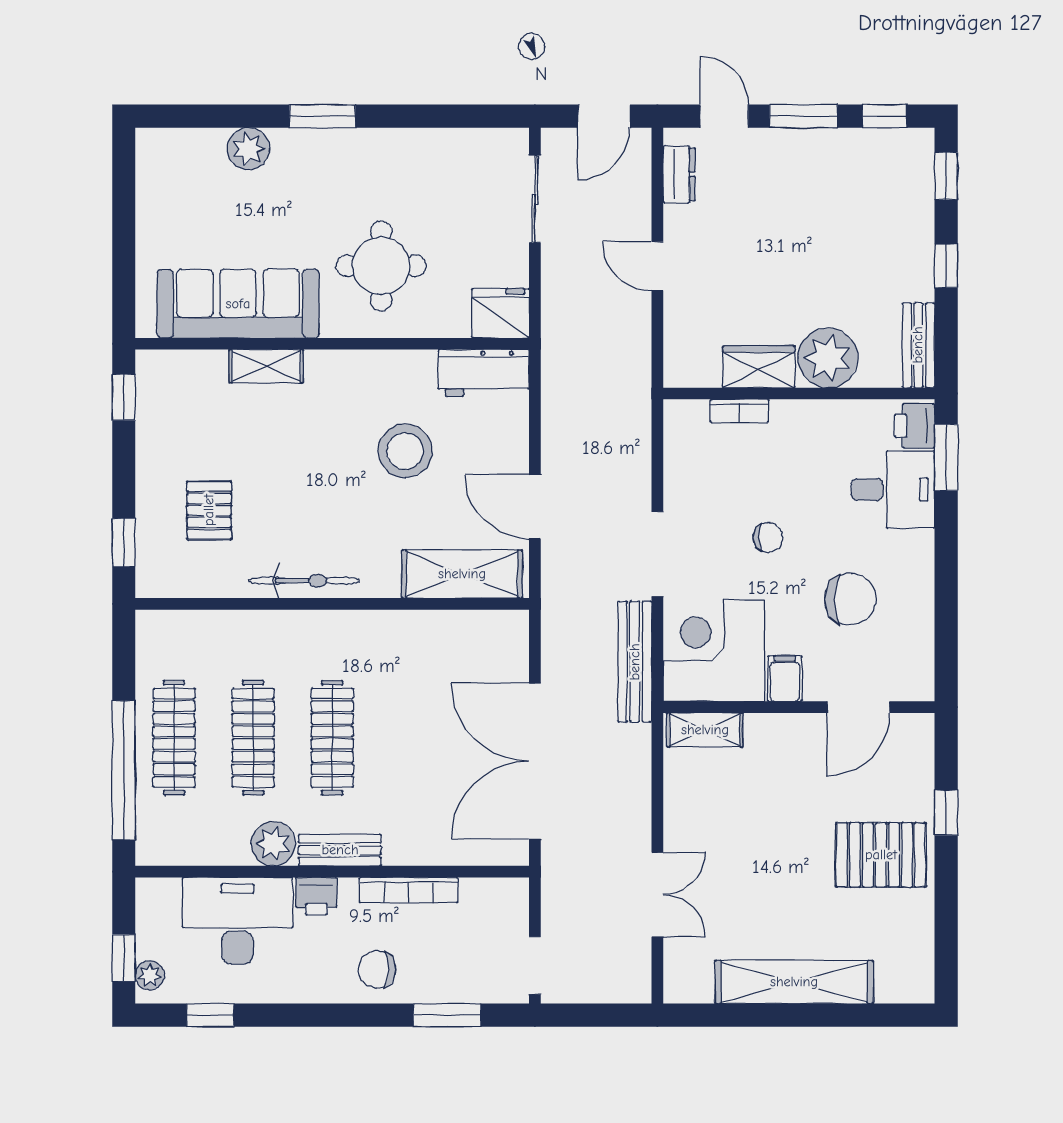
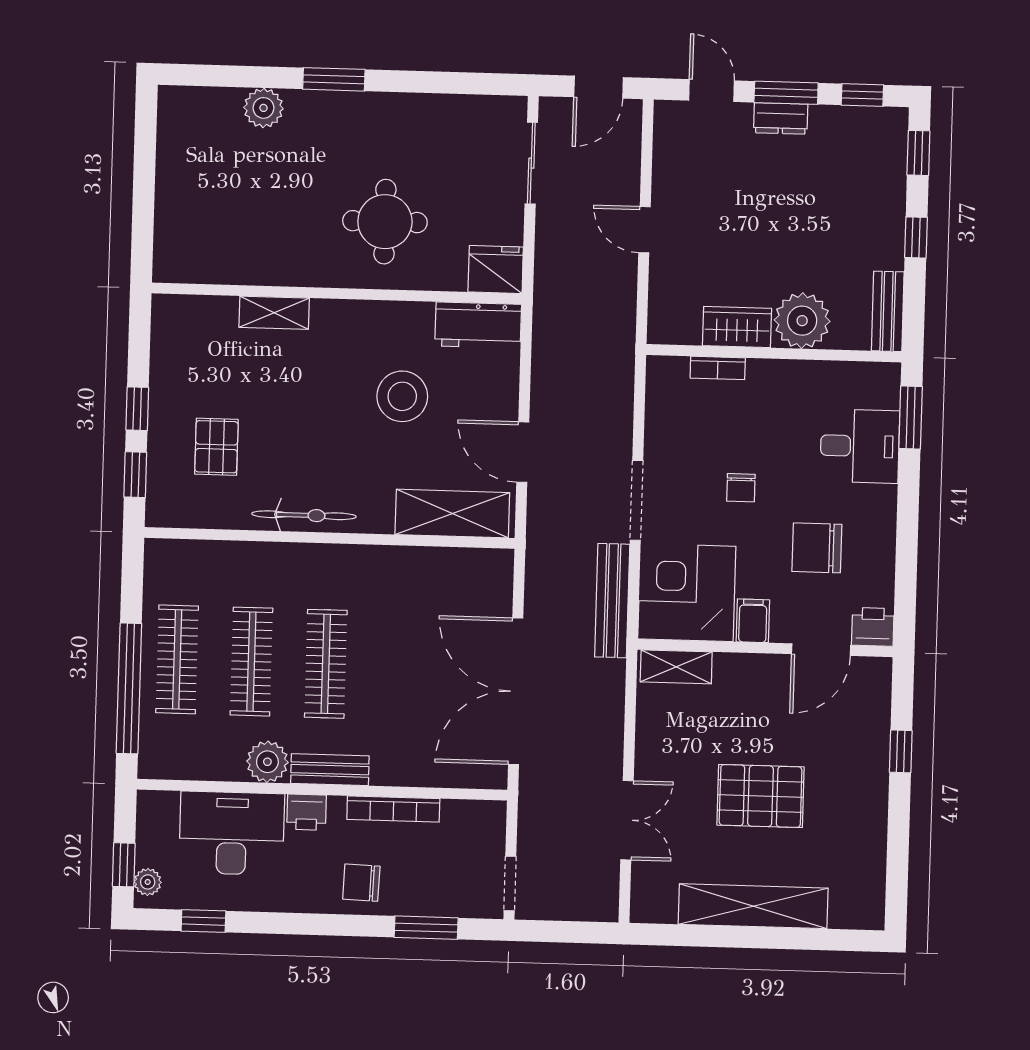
dresser: (679, 174) -> (781, 118), moved, turned 90
sofa: (238, 304) -> (249, 253), removed
window: (124, 397) -> (137, 409), moved
printer: (915, 426) -> (873, 627), moved, turned 90
chair: (768, 537) -> (741, 488), turned 90
chair: (851, 599) -> (817, 548), turned 180
pallet: (881, 855) -> (761, 796), moved

